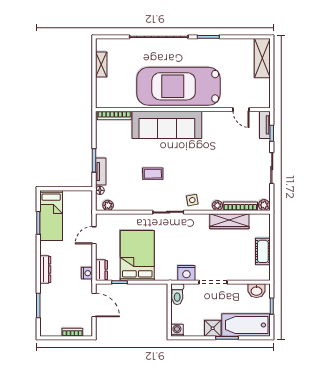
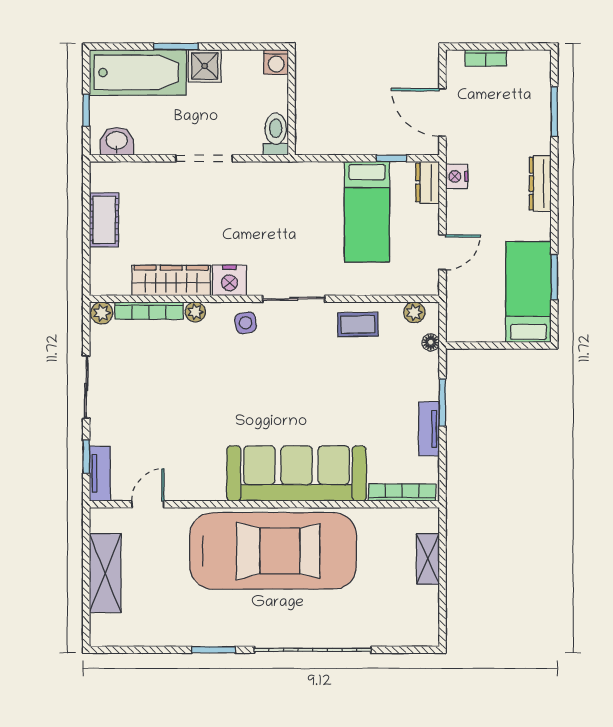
shelving: (262, 58) -> (105, 573), moved
shelving: (101, 64) -> (428, 559), moved
door: (241, 110) -> (148, 504), hinge flipped
tv unit: (101, 171) -> (429, 429), moved
coffee table: (153, 174) -> (358, 324), moved
bed: (137, 256) -> (367, 212), width x0.67
nightstand: (186, 273) -> (229, 280), moved, turned 180

